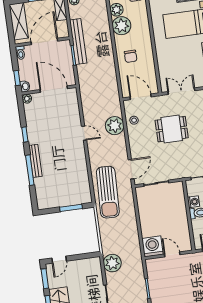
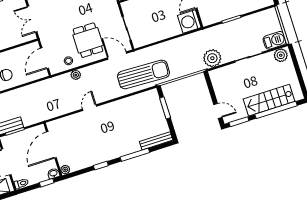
plant: (115, 126) -> (76, 75), width x0.53, depth x0.53
dining table: (172, 129) -> (88, 40), moved
bench: (35, 161) -> (156, 141), moved

